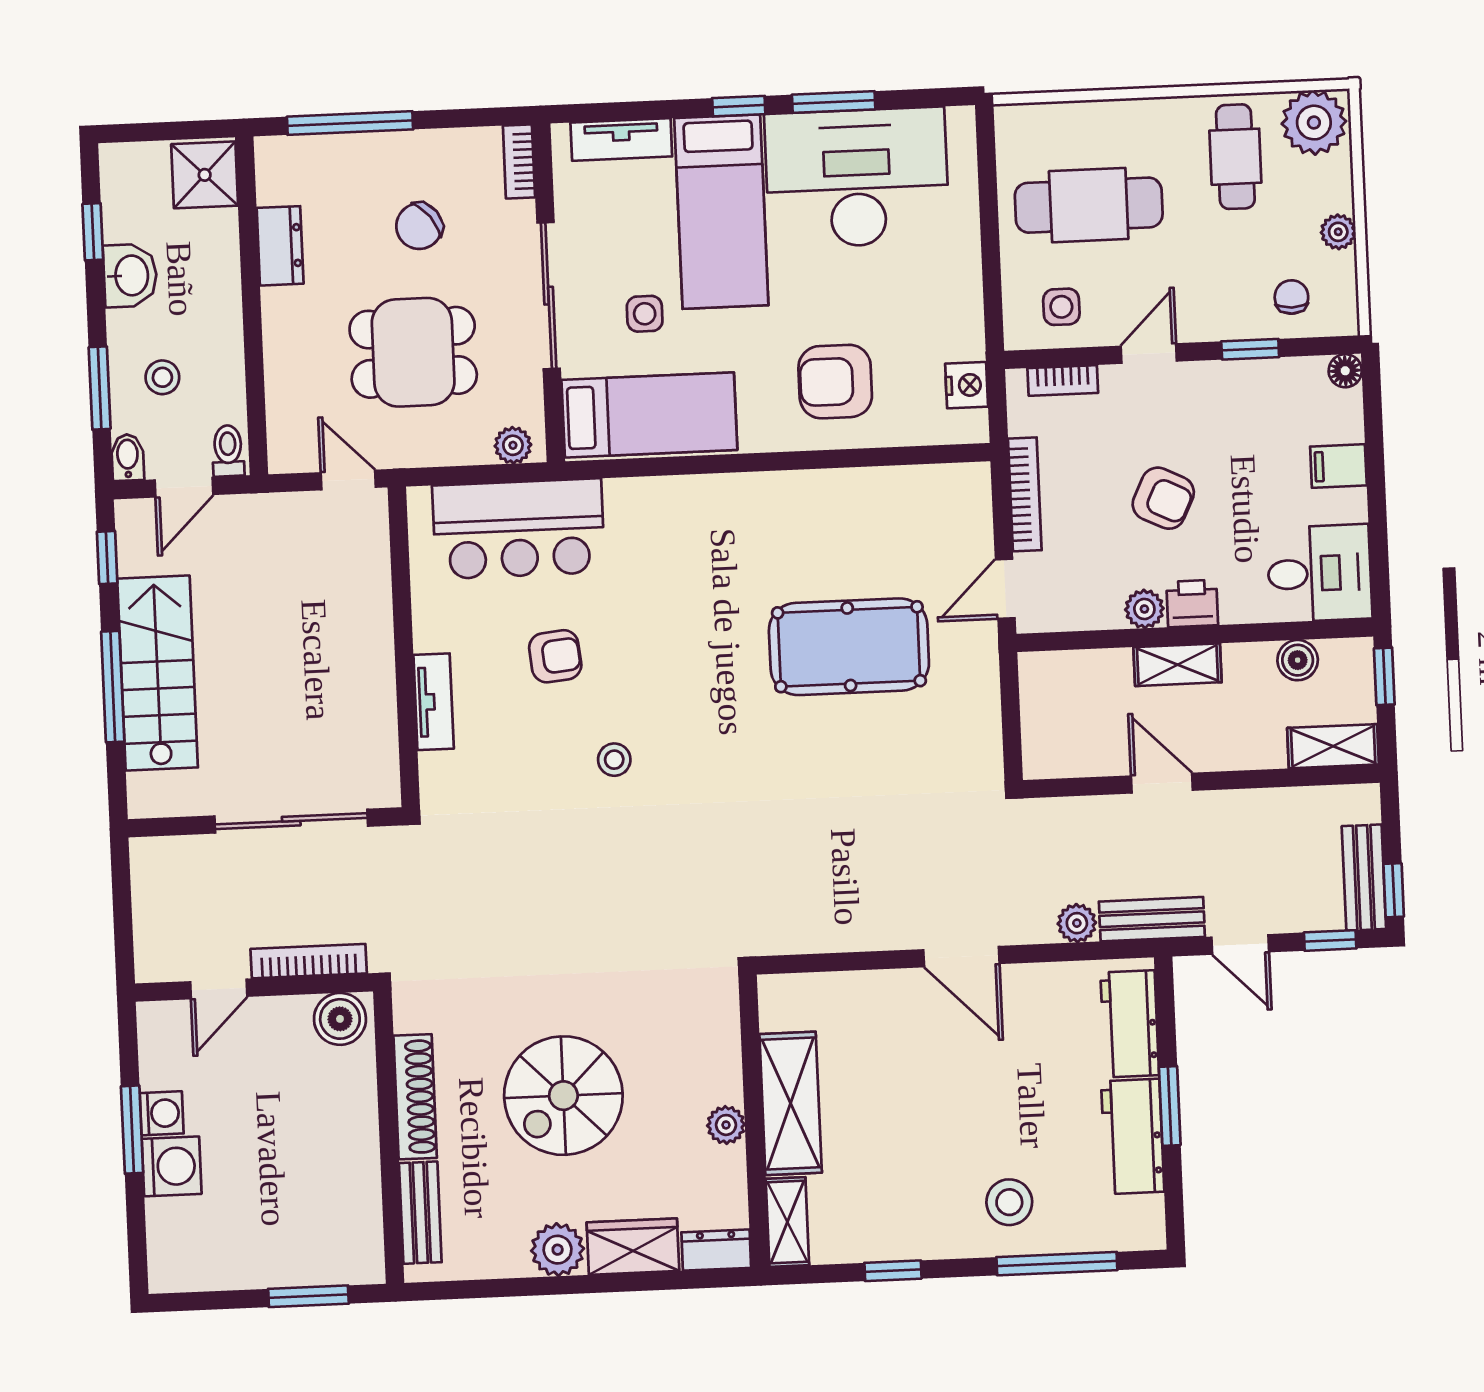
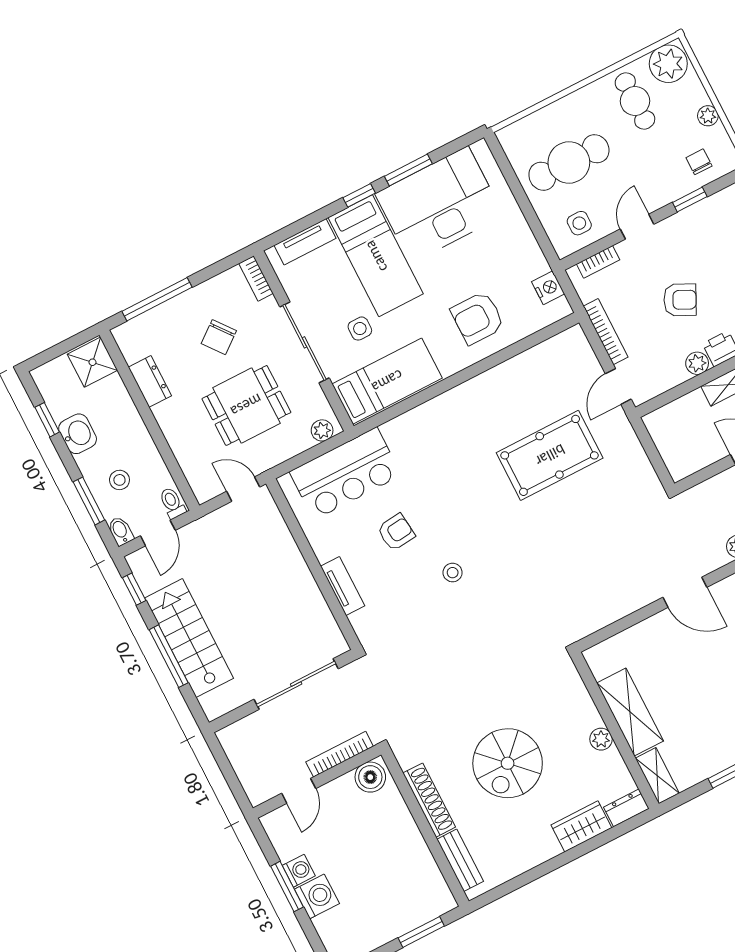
plant: (558, 1250) -> (542, 846), removed

